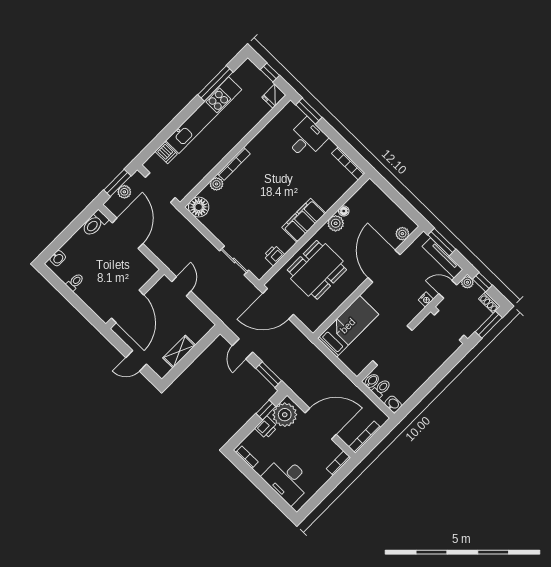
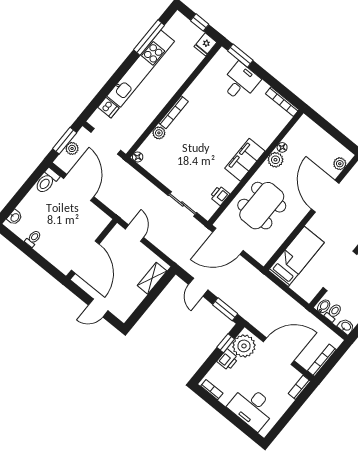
floor lamp: (199, 207) -> (138, 157), width x0.53, depth x0.53
shelving: (179, 352) -> (152, 278), moved

